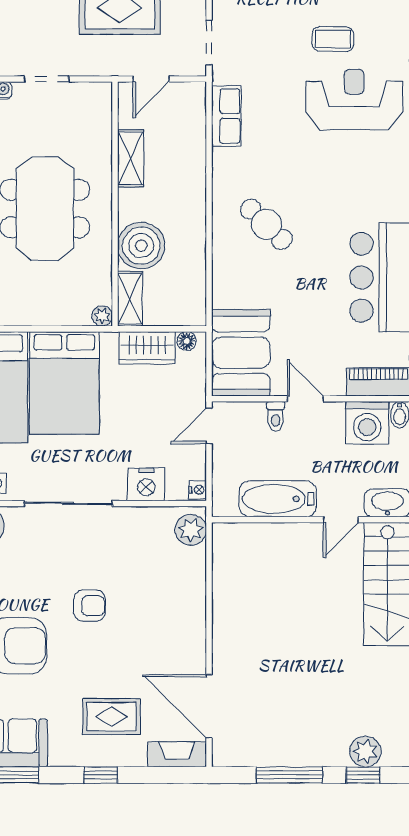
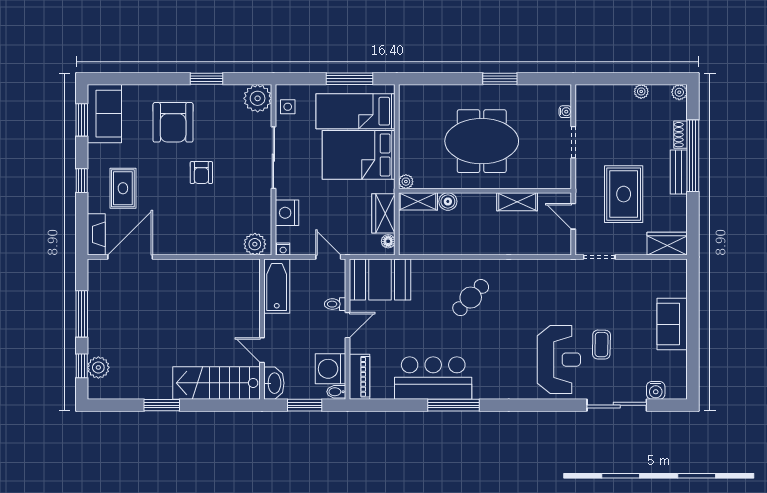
row of seats: (226, 116) -> (547, 269), removed
boiler: (141, 246) -> (448, 201), width x0.54, depth x0.54
bathtub: (278, 499) -> (277, 286), moved

